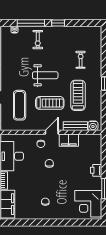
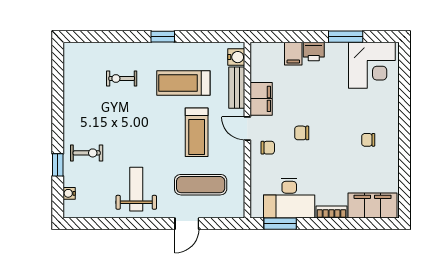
window: (31, 23) -> (58, 165), width x0.46
window: (58, 23) -> (58, 117), removed
weight bench: (45, 75) -> (136, 189), moved
treadmill: (50, 103) -> (197, 132), turned 180
filing cabinet: (95, 159) -> (293, 54), added

